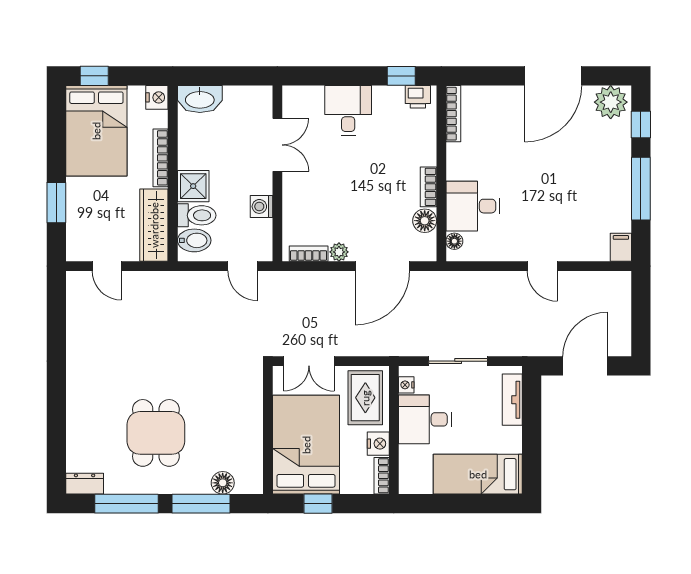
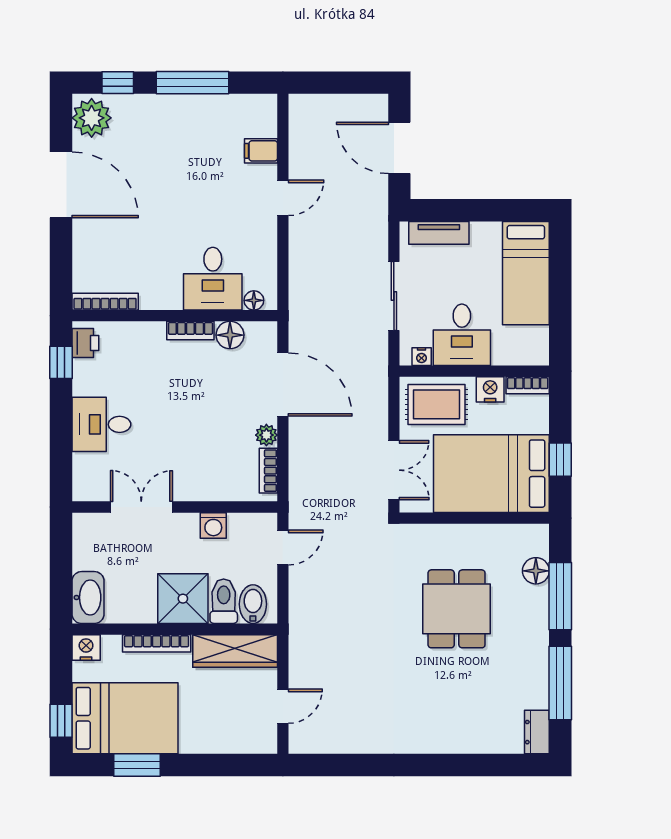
shower: (193, 186) -> (183, 599), width x1.36, depth x1.36
window: (56, 203) -> (137, 765), moved
filing cabinet: (621, 247) -> (261, 151), moved
dining table: (156, 433) -> (457, 609), moved, turned 90

